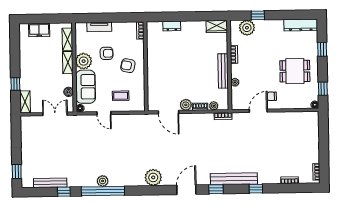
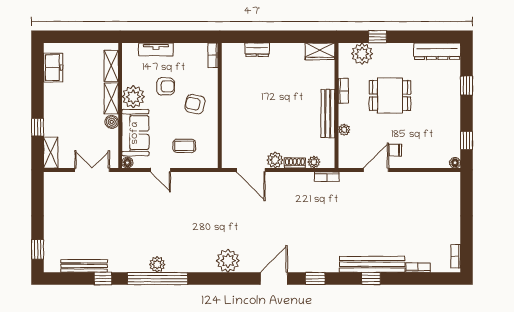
freezer: (39, 30) -> (53, 68), moved, turned -90
dining table: (295, 71) -> (390, 95), moved
boiler: (69, 92) -> (112, 122), moved
bench: (234, 179) -> (372, 264), moved

